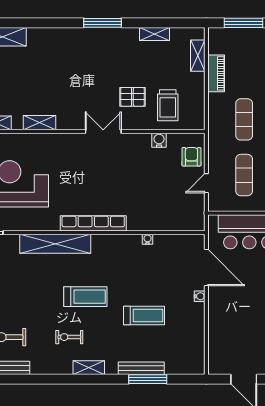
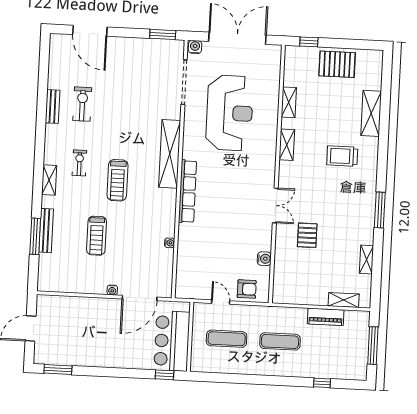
trolley: (168, 105) -> (342, 156), moved

